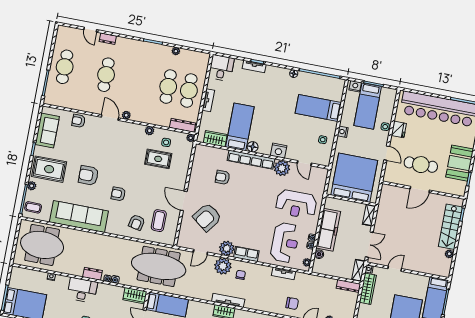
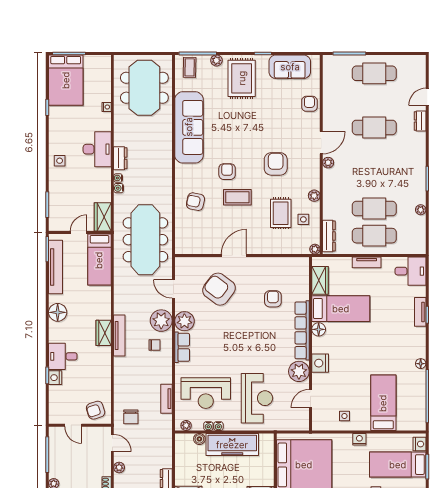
armchair: (89, 175) -> (276, 164), moved
reception desk: (296, 204) -> (257, 398), turned 180
coffee table: (159, 221) -> (237, 197), moved

